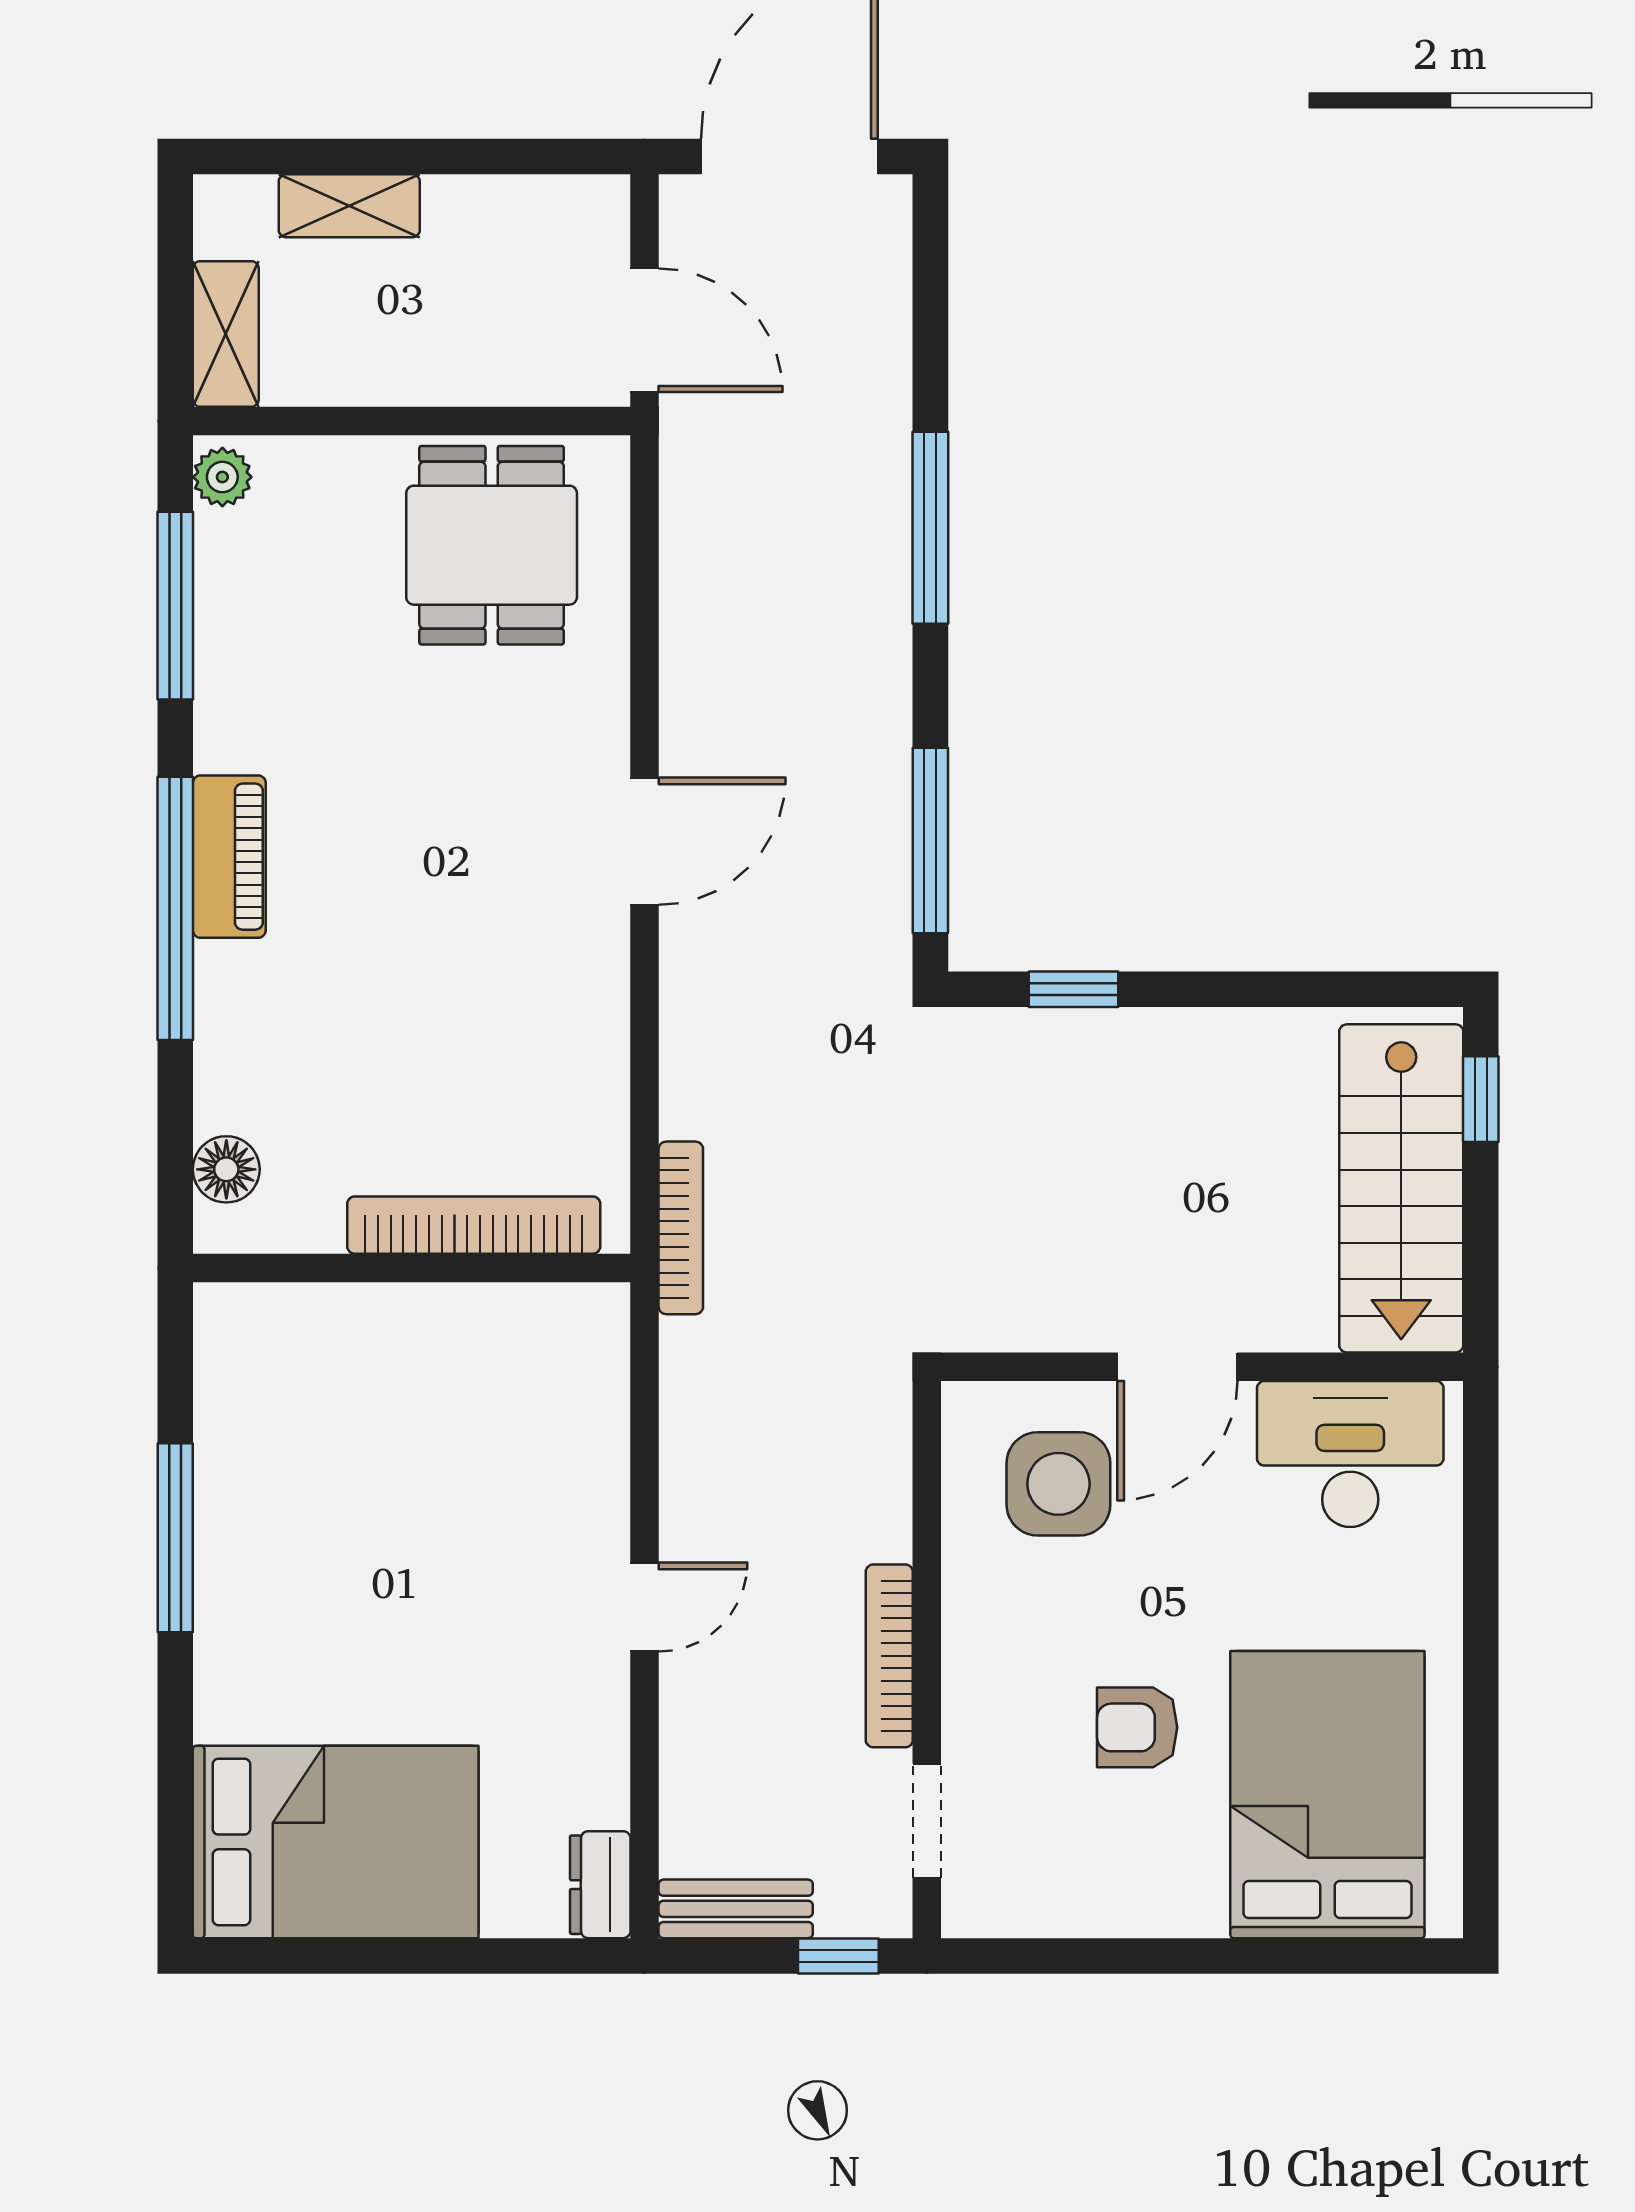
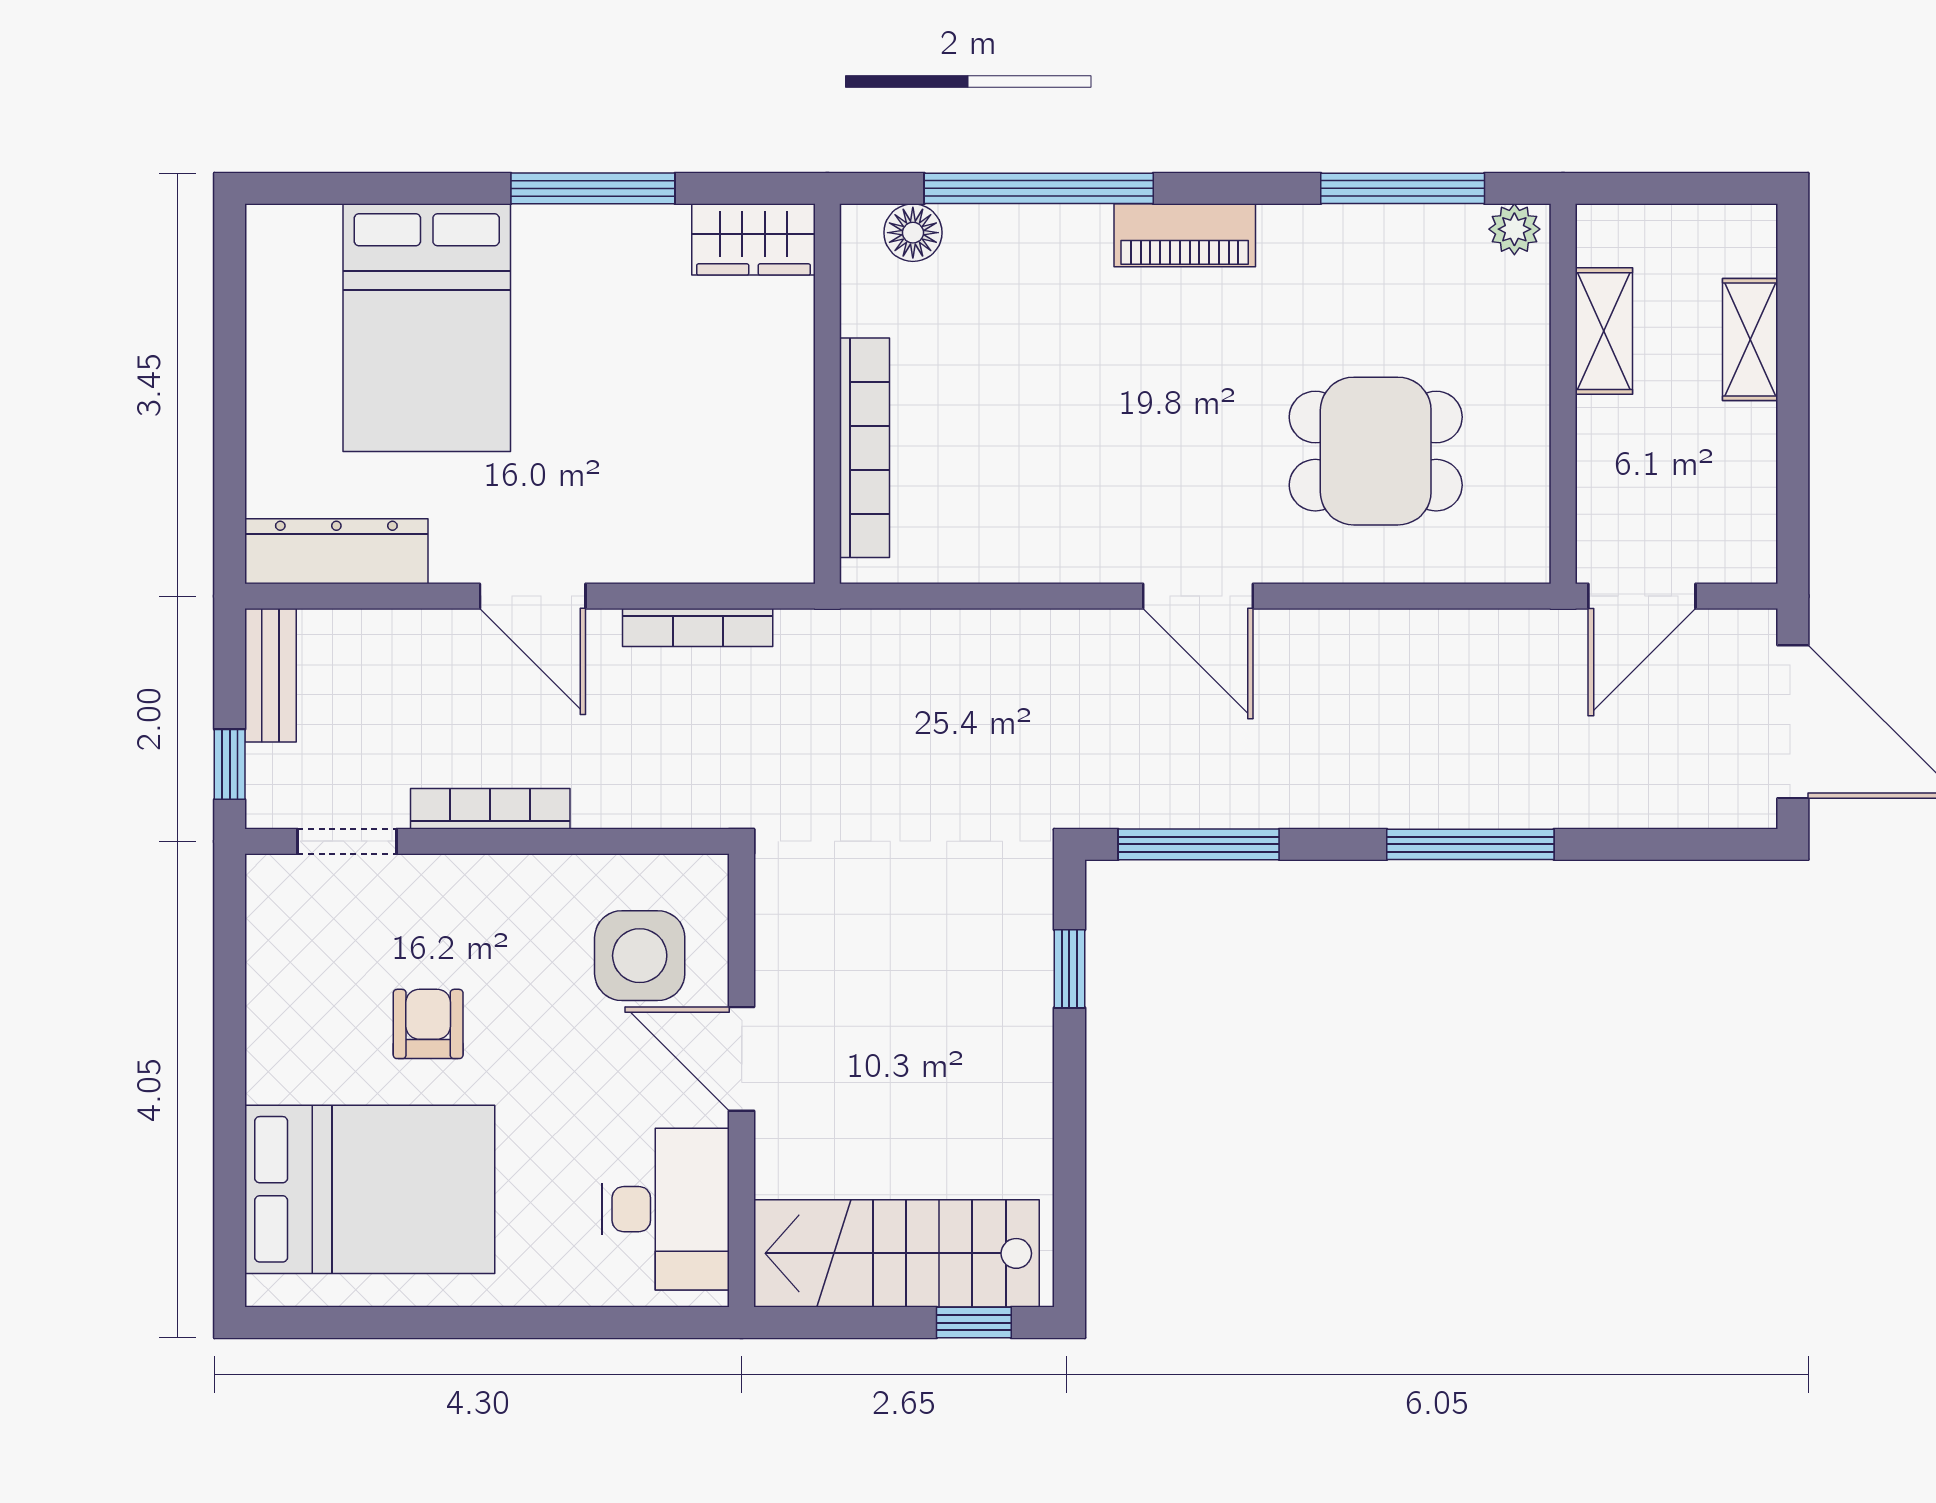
shelving: (226, 334) -> (1604, 331), moved, turned 90
dining table: (492, 545) -> (1376, 451), moved
window: (175, 908) -> (1039, 188), moved
bookcase: (681, 1228) -> (698, 628), moved
wardrobe: (234, 1353) -> (753, 239), added
door: (645, 1607) -> (533, 596), width x1.38
bed: (336, 1842) -> (427, 328), moved
dresser: (600, 1885) -> (336, 551), width x1.96, depth x1.24

